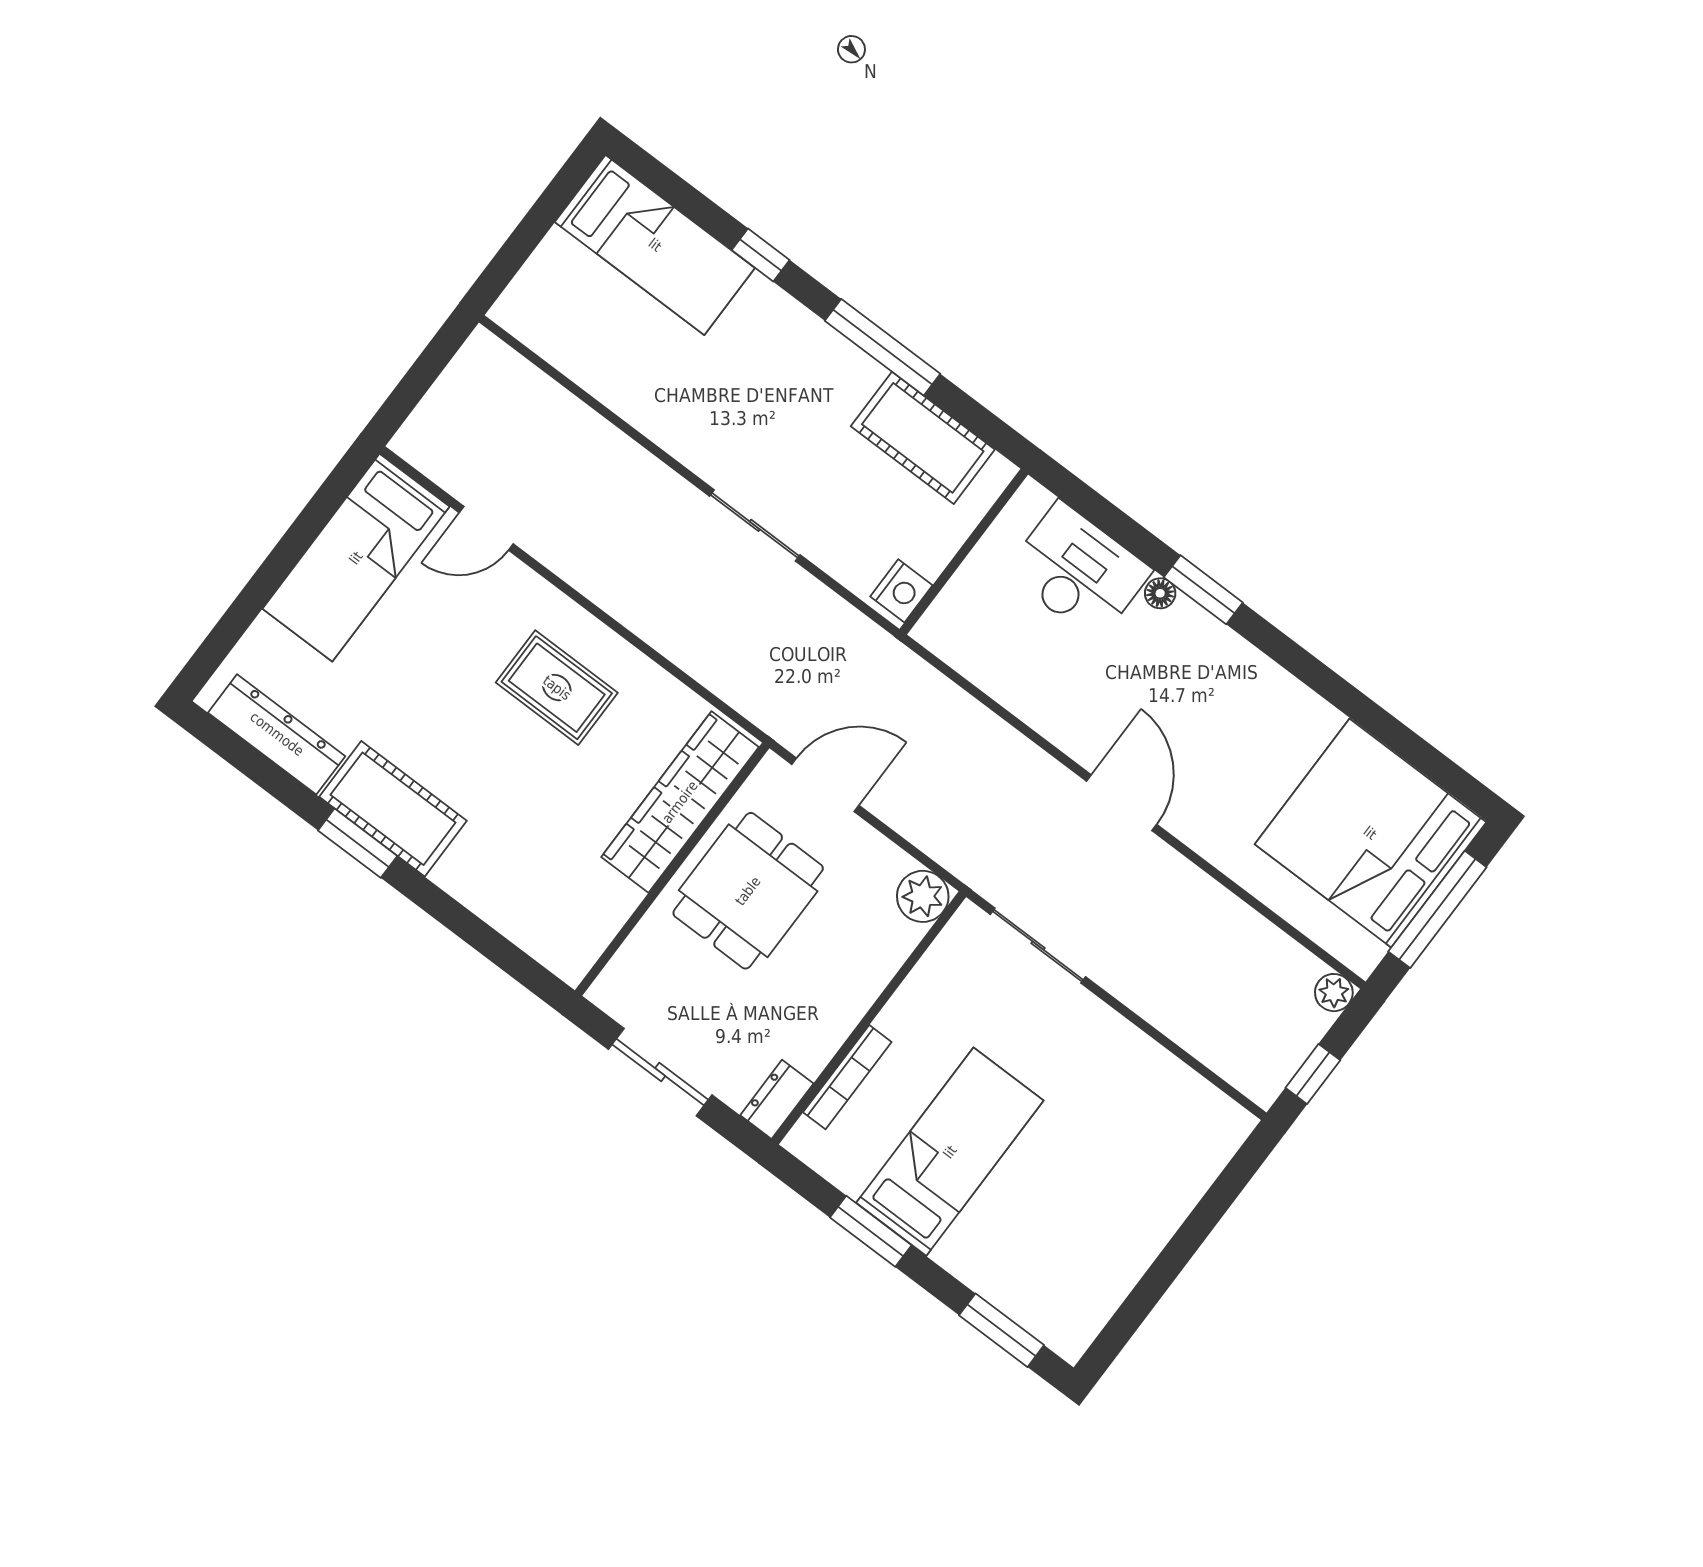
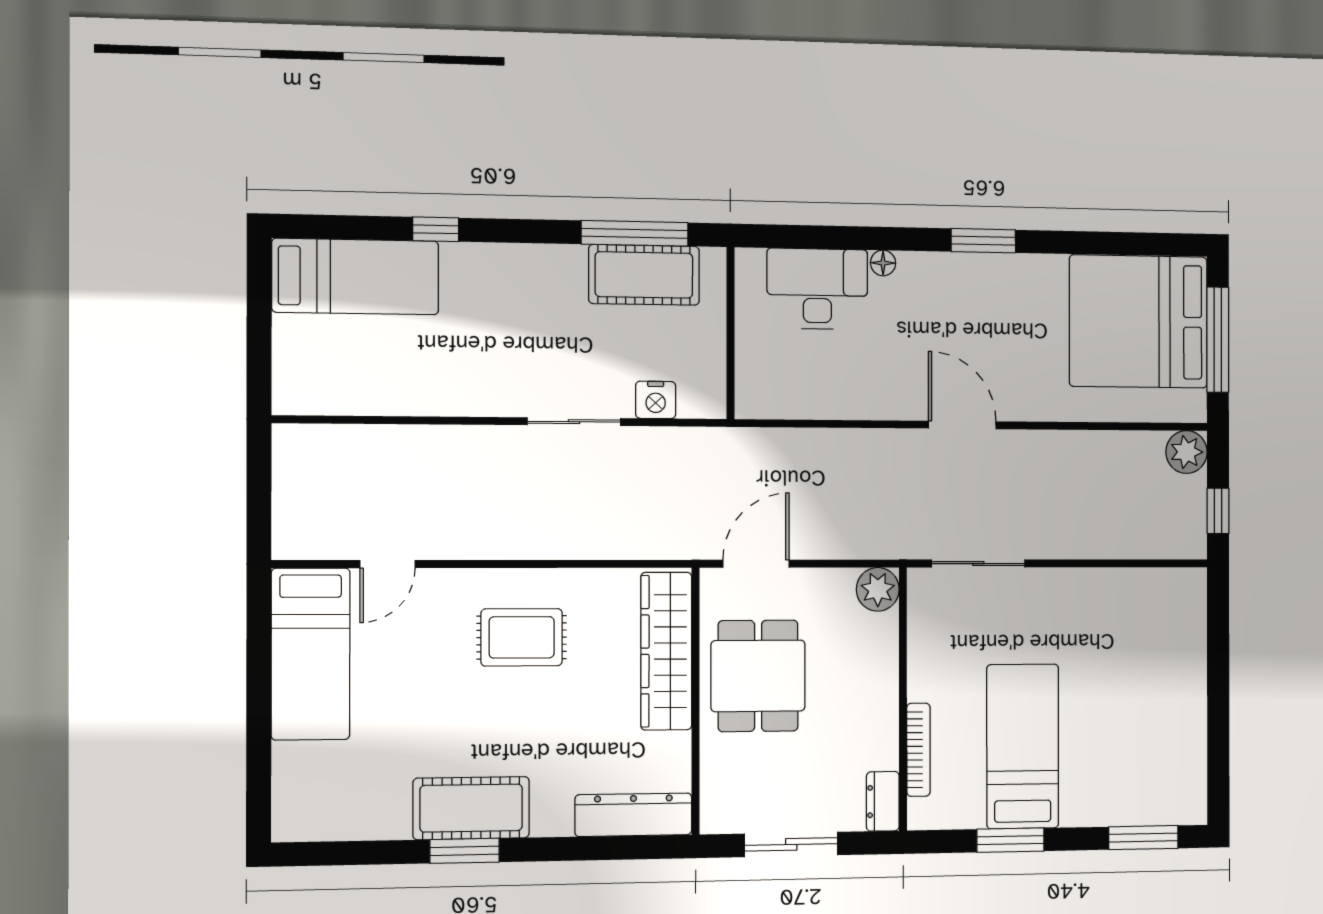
window: (883, 347) -> (635, 233), moved
window: (1203, 590) -> (983, 241), moved
nightstand: (901, 591) -> (656, 400), moved, turned 90
dresser: (277, 734) -> (633, 815), moved
plant: (1334, 993) -> (1186, 452), width x1.38, depth x1.38

